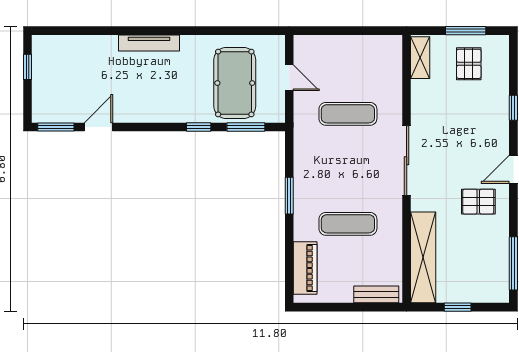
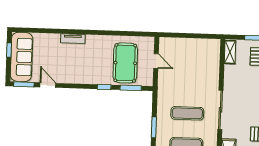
tv unit: (149, 43) -> (73, 39), width x0.71
sofa: (50, 78) -> (22, 57), added
exercise mat: (348, 114) -> (187, 113), moved
door: (99, 127) -> (48, 85), hinge flipped

